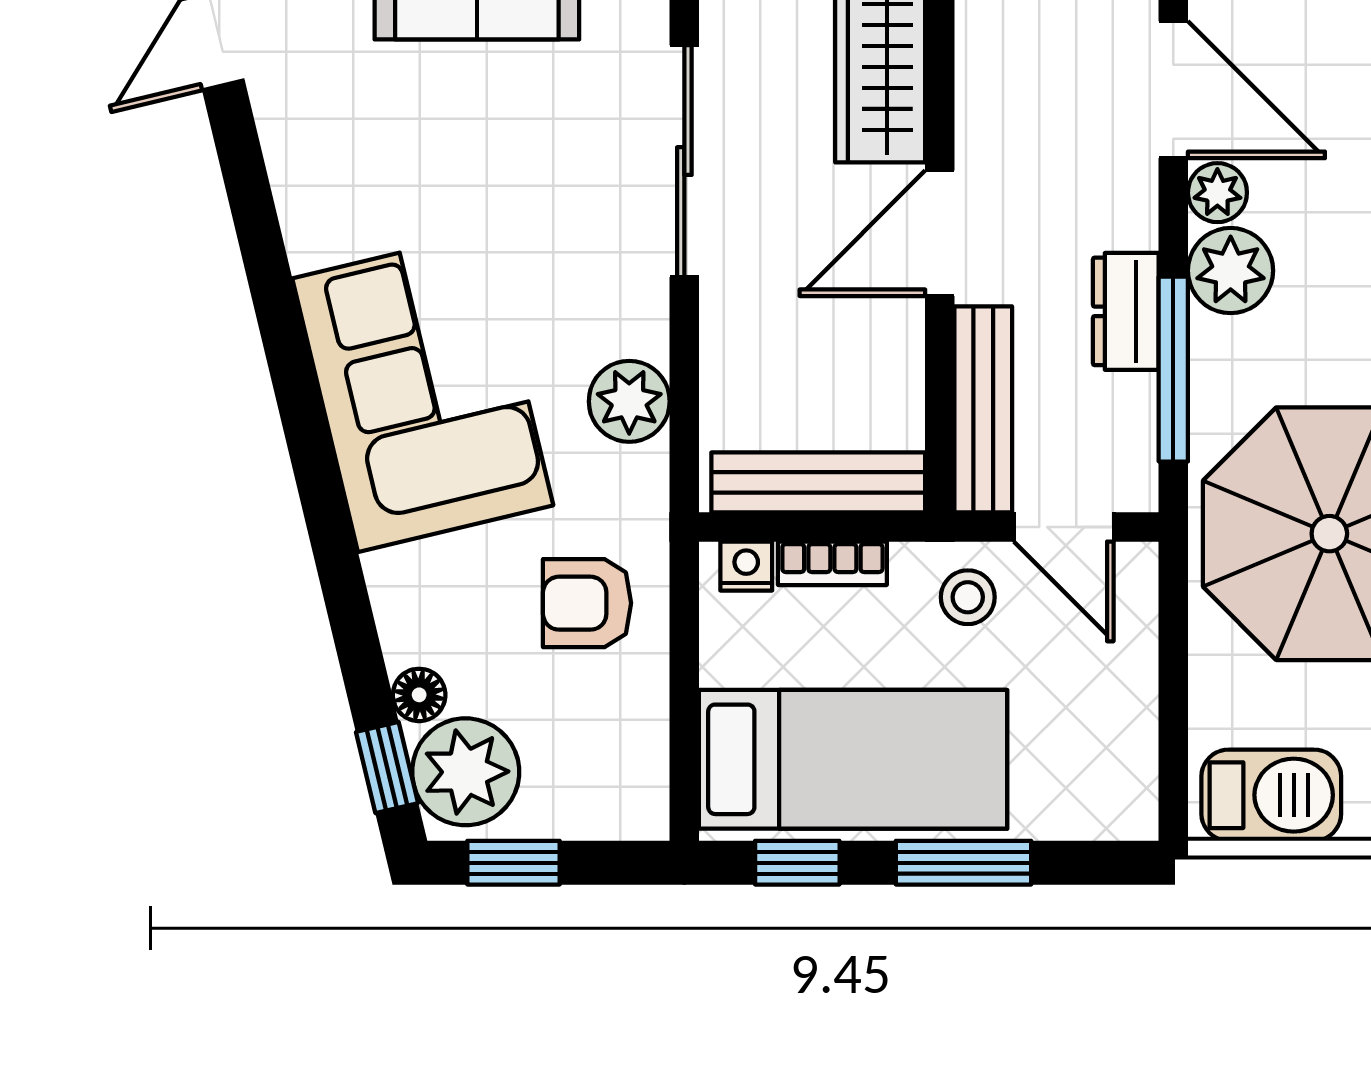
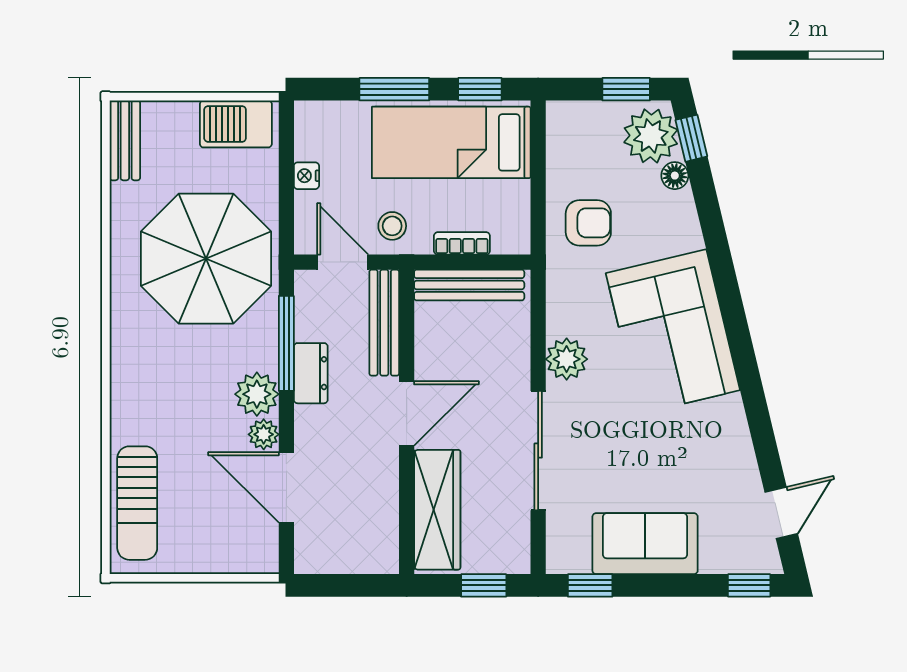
plant: (629, 401) -> (567, 359), moved
nightstand: (746, 566) -> (306, 176), moved, turned 90

